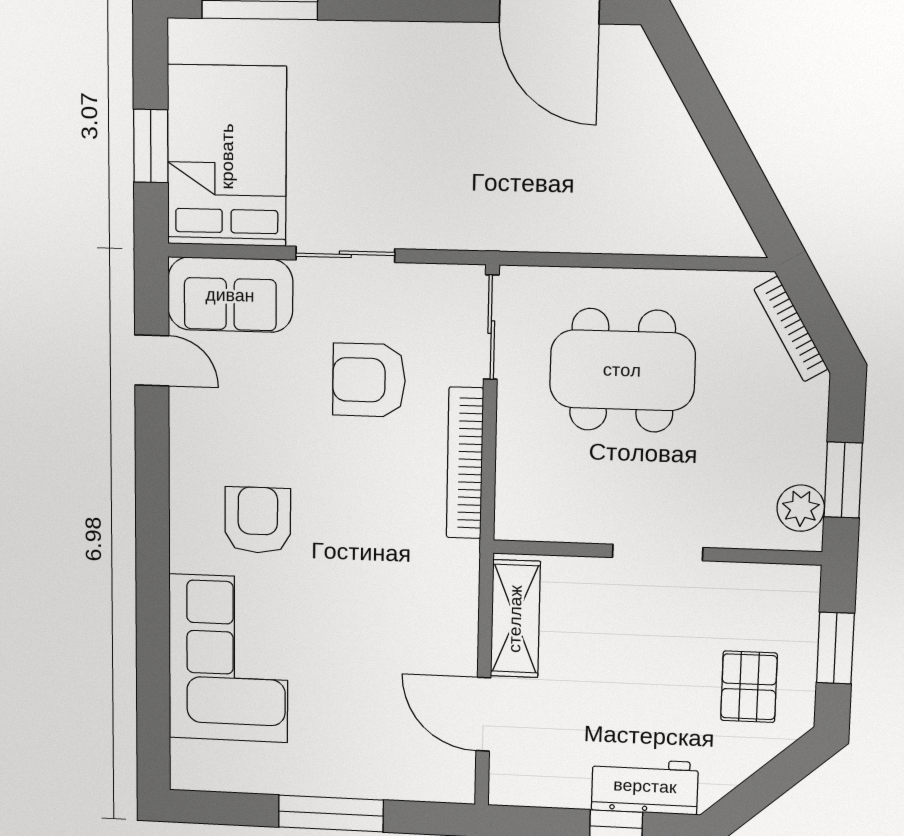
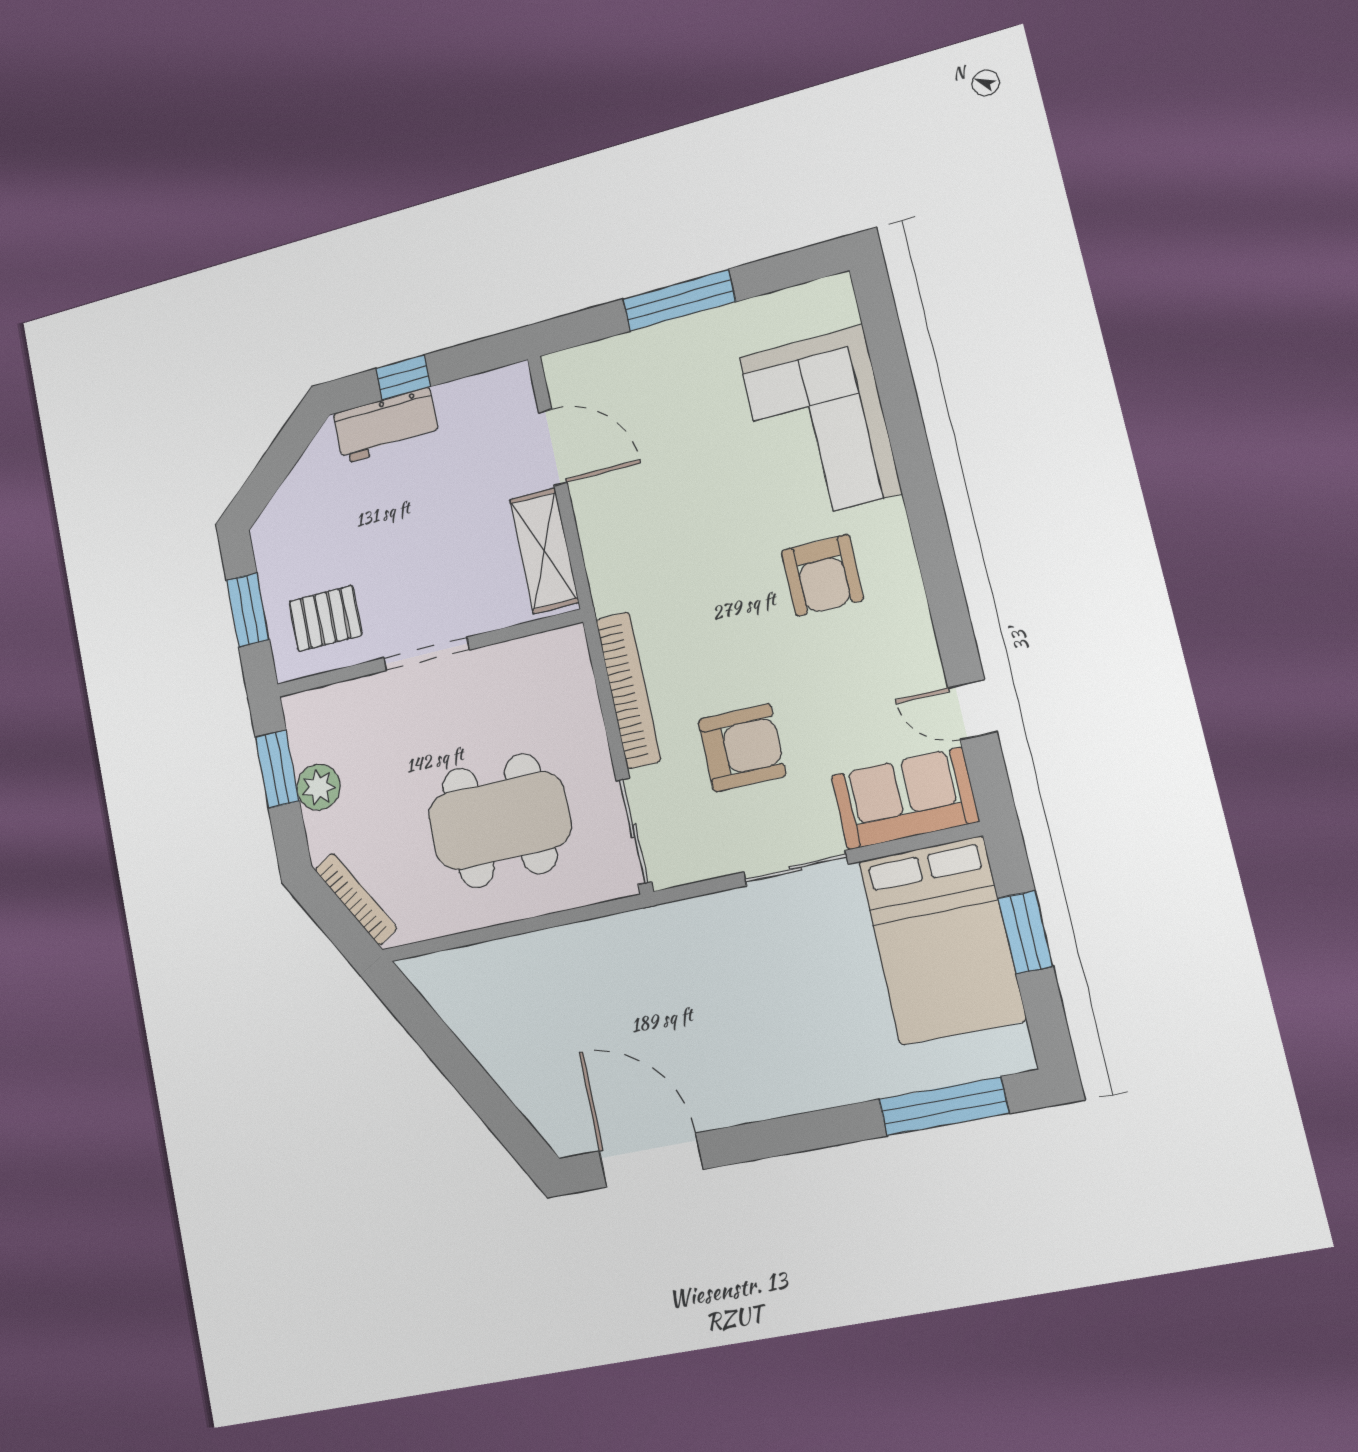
plant: (801, 508) -> (319, 787), moved
pallet: (749, 687) -> (325, 618), moved, turned 90

